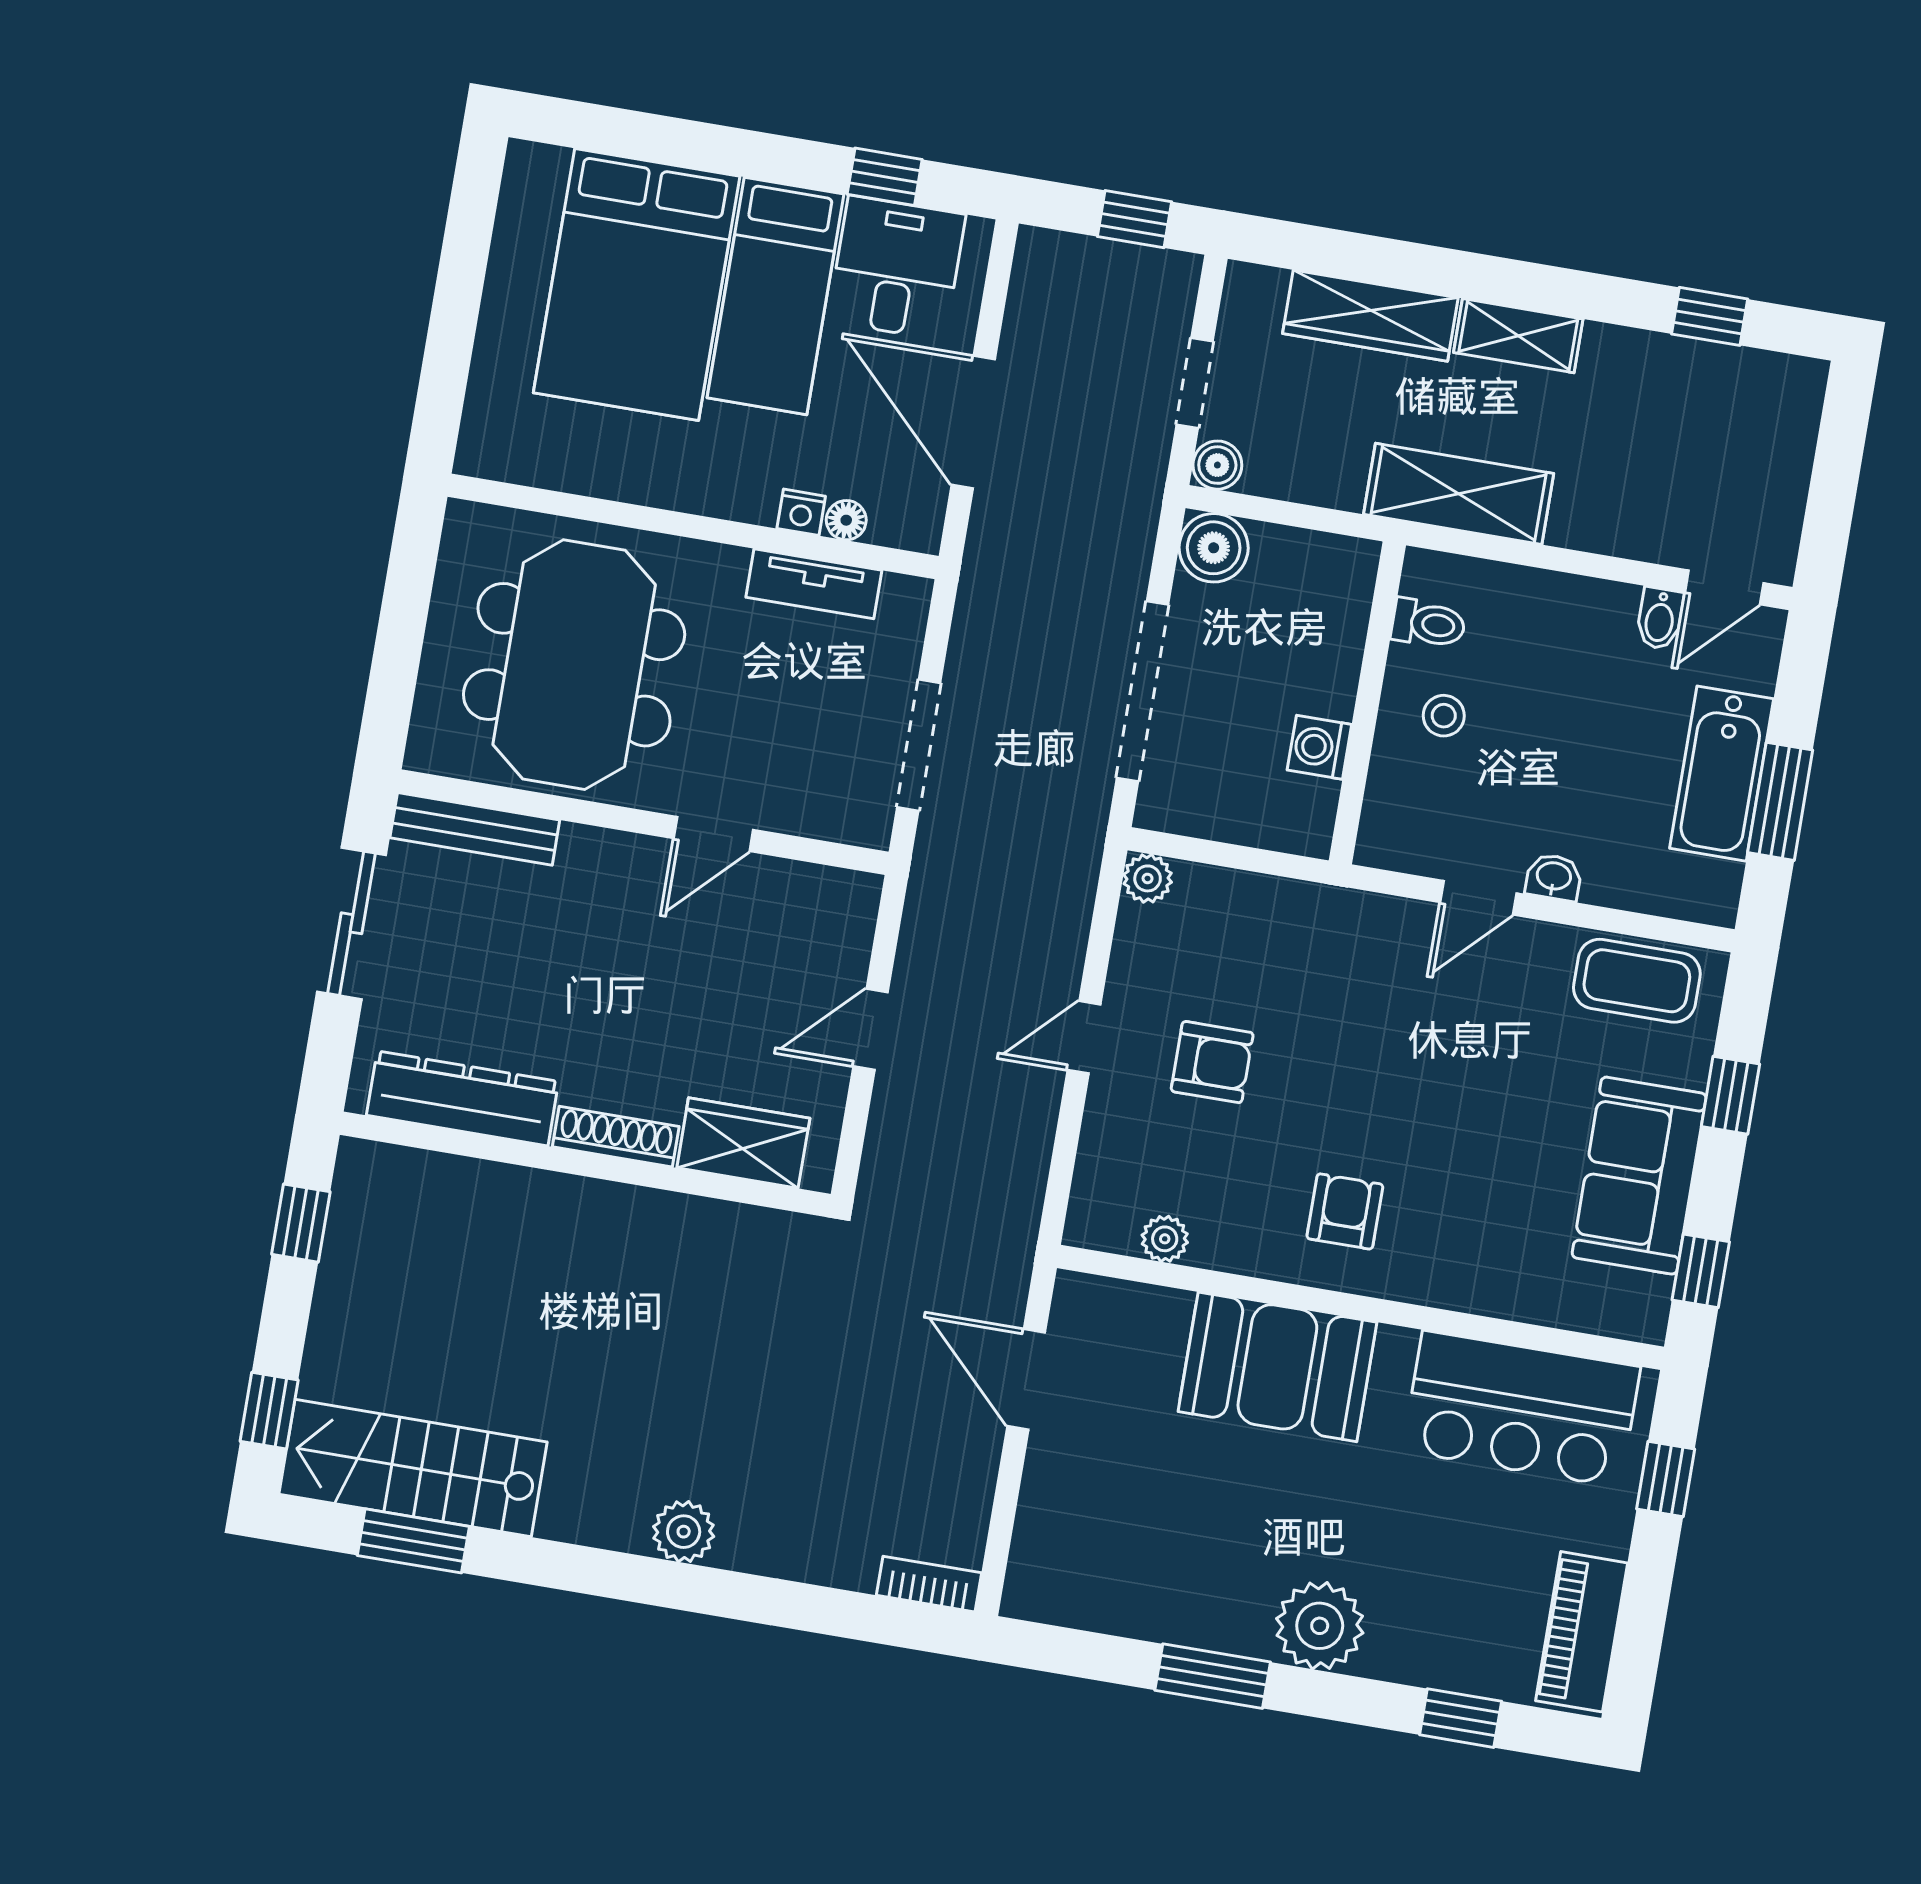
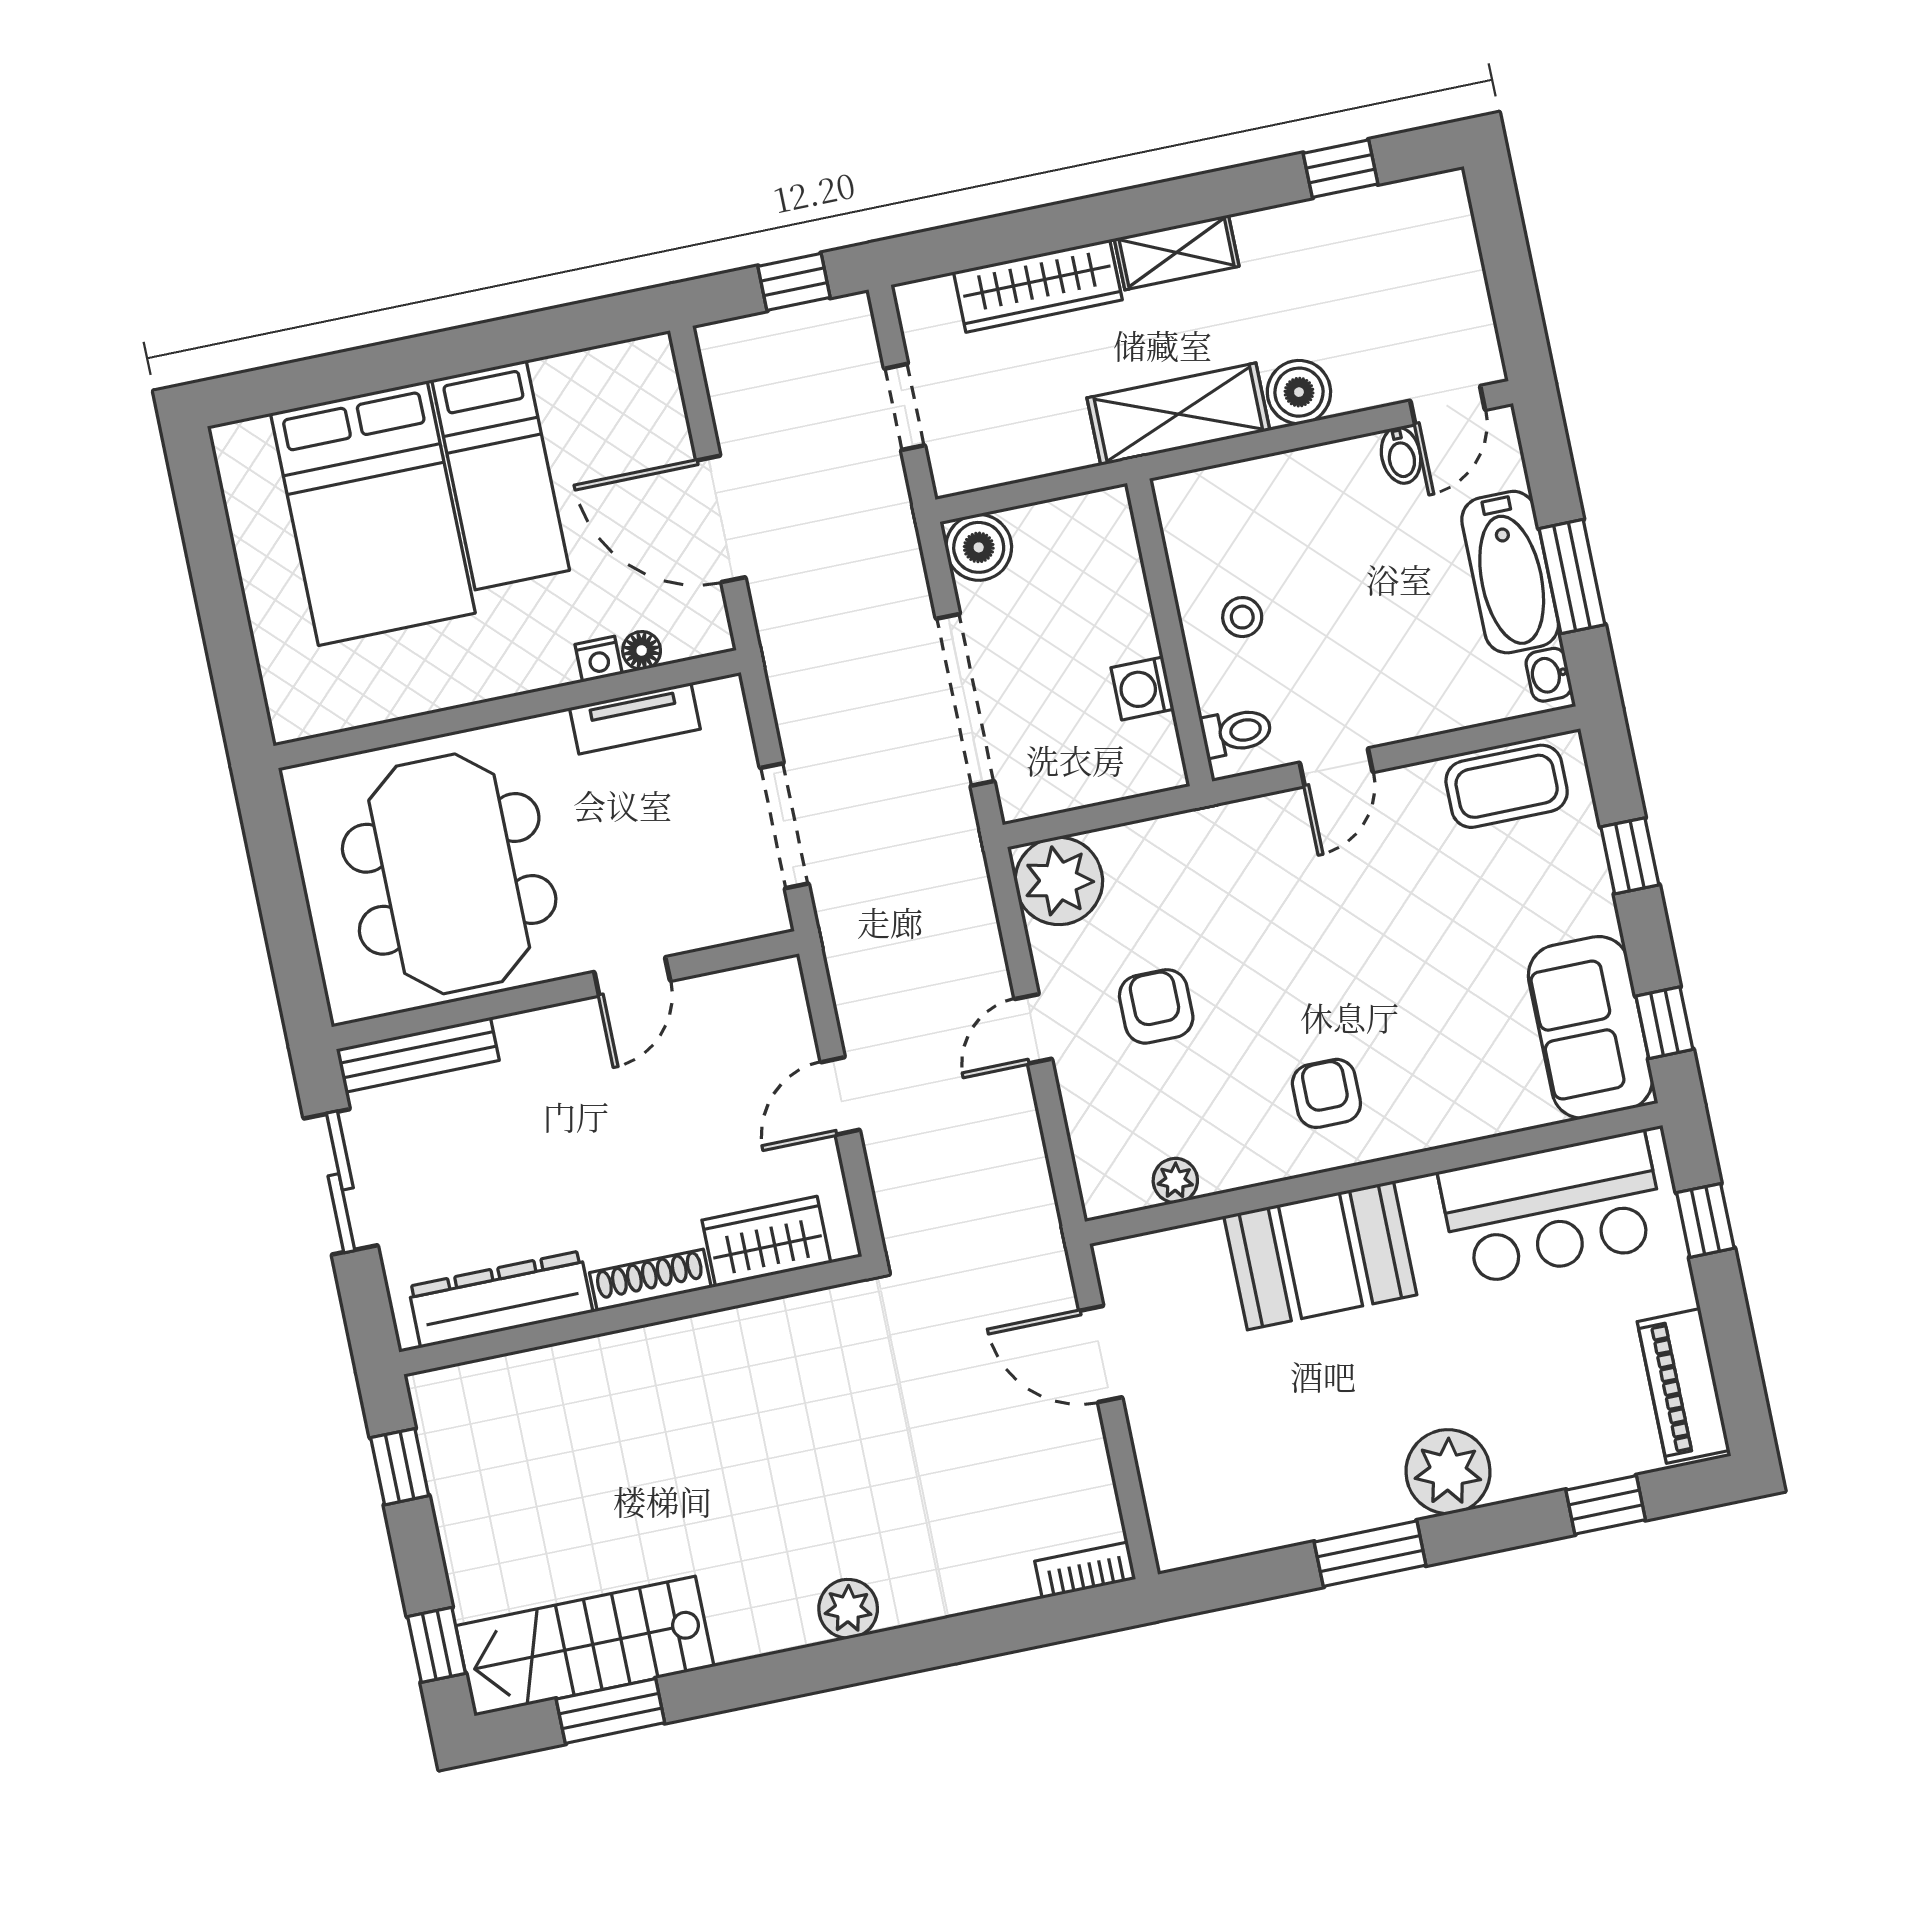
window: (885, 177) -> (557, 331), removed
desk: (897, 268) -> (599, 408), removed
boiler: (1217, 465) -> (1299, 392), moved, width x1.36, depth x1.36
toilet: (1428, 624) -> (1236, 732), moved
washbasin: (1554, 877) -> (1549, 675), moved, turned -90
plant: (1148, 878) -> (1059, 881), width x1.87, depth x1.87
armchair: (1212, 1062) -> (1156, 1006), turned -90
sofa: (1639, 1176) -> (1590, 1027), moved

